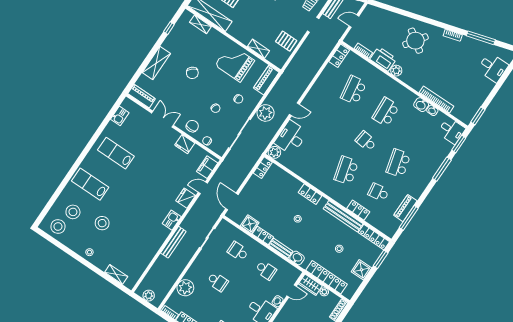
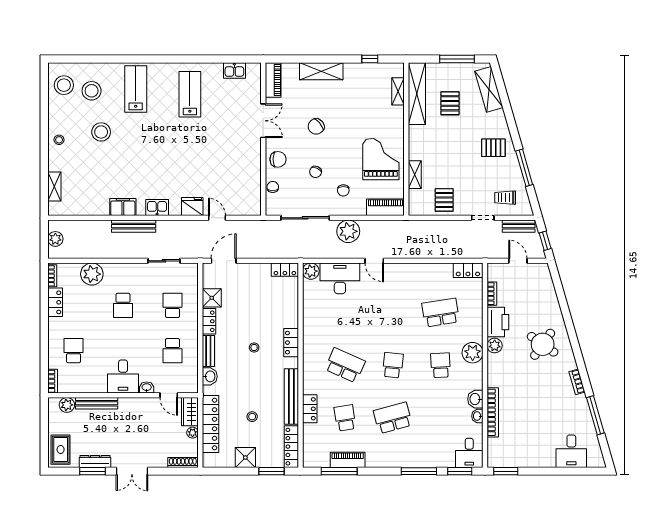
chair: (192, 73) -> (316, 126), moved
plant: (391, 87) -> (473, 353), added
school desk: (386, 112) -> (440, 365), width x0.54
fridge: (185, 144) -> (252, 164), removed
filing cabinet: (207, 167) -> (123, 207), moved
school desk: (346, 170) -> (345, 365), turned 39

